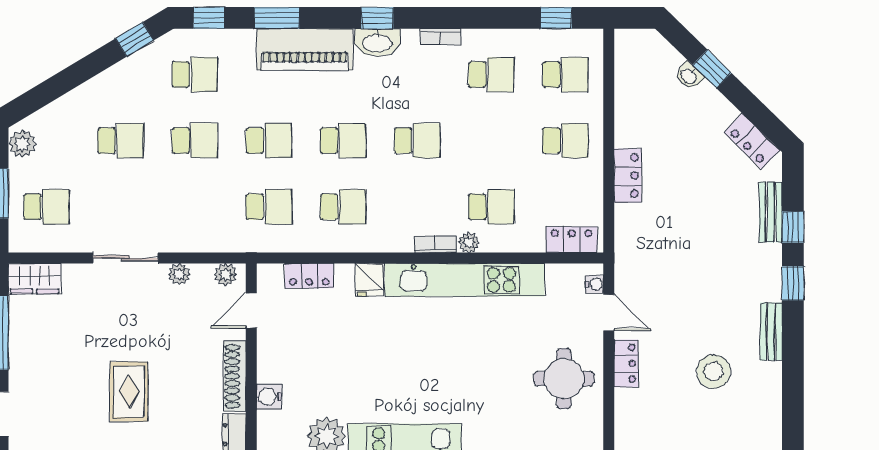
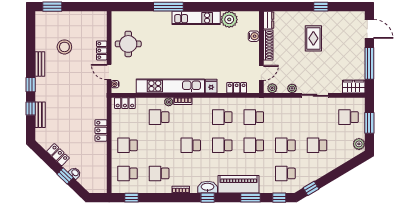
locker: (752, 141) -> (58, 155), moved

